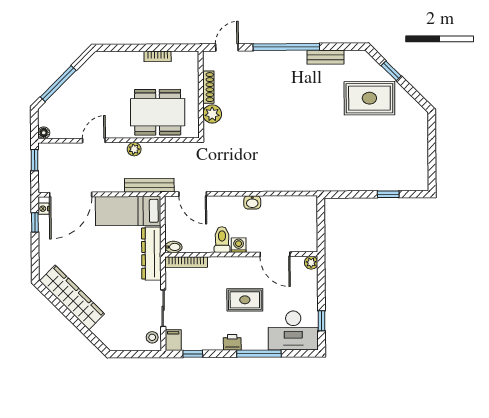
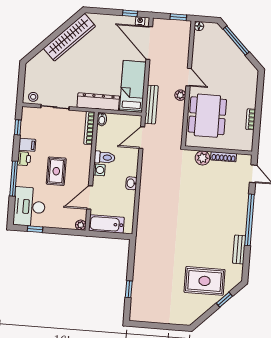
rug: (369, 98) -> (205, 281), turned 90
door: (94, 140) -> (189, 77), moved
bathtub: (307, 230) -> (106, 224), added
filing cabinet: (173, 340) -> (27, 145), moved

